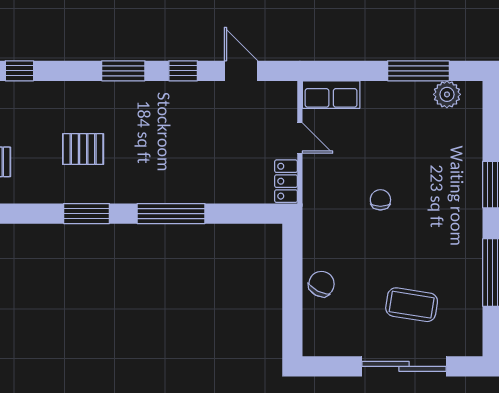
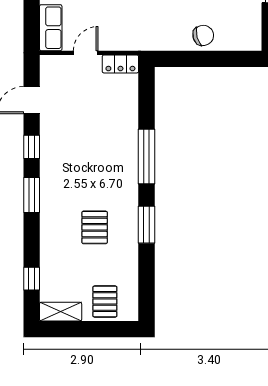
chair: (321, 284) -> (203, 35), turned 137

